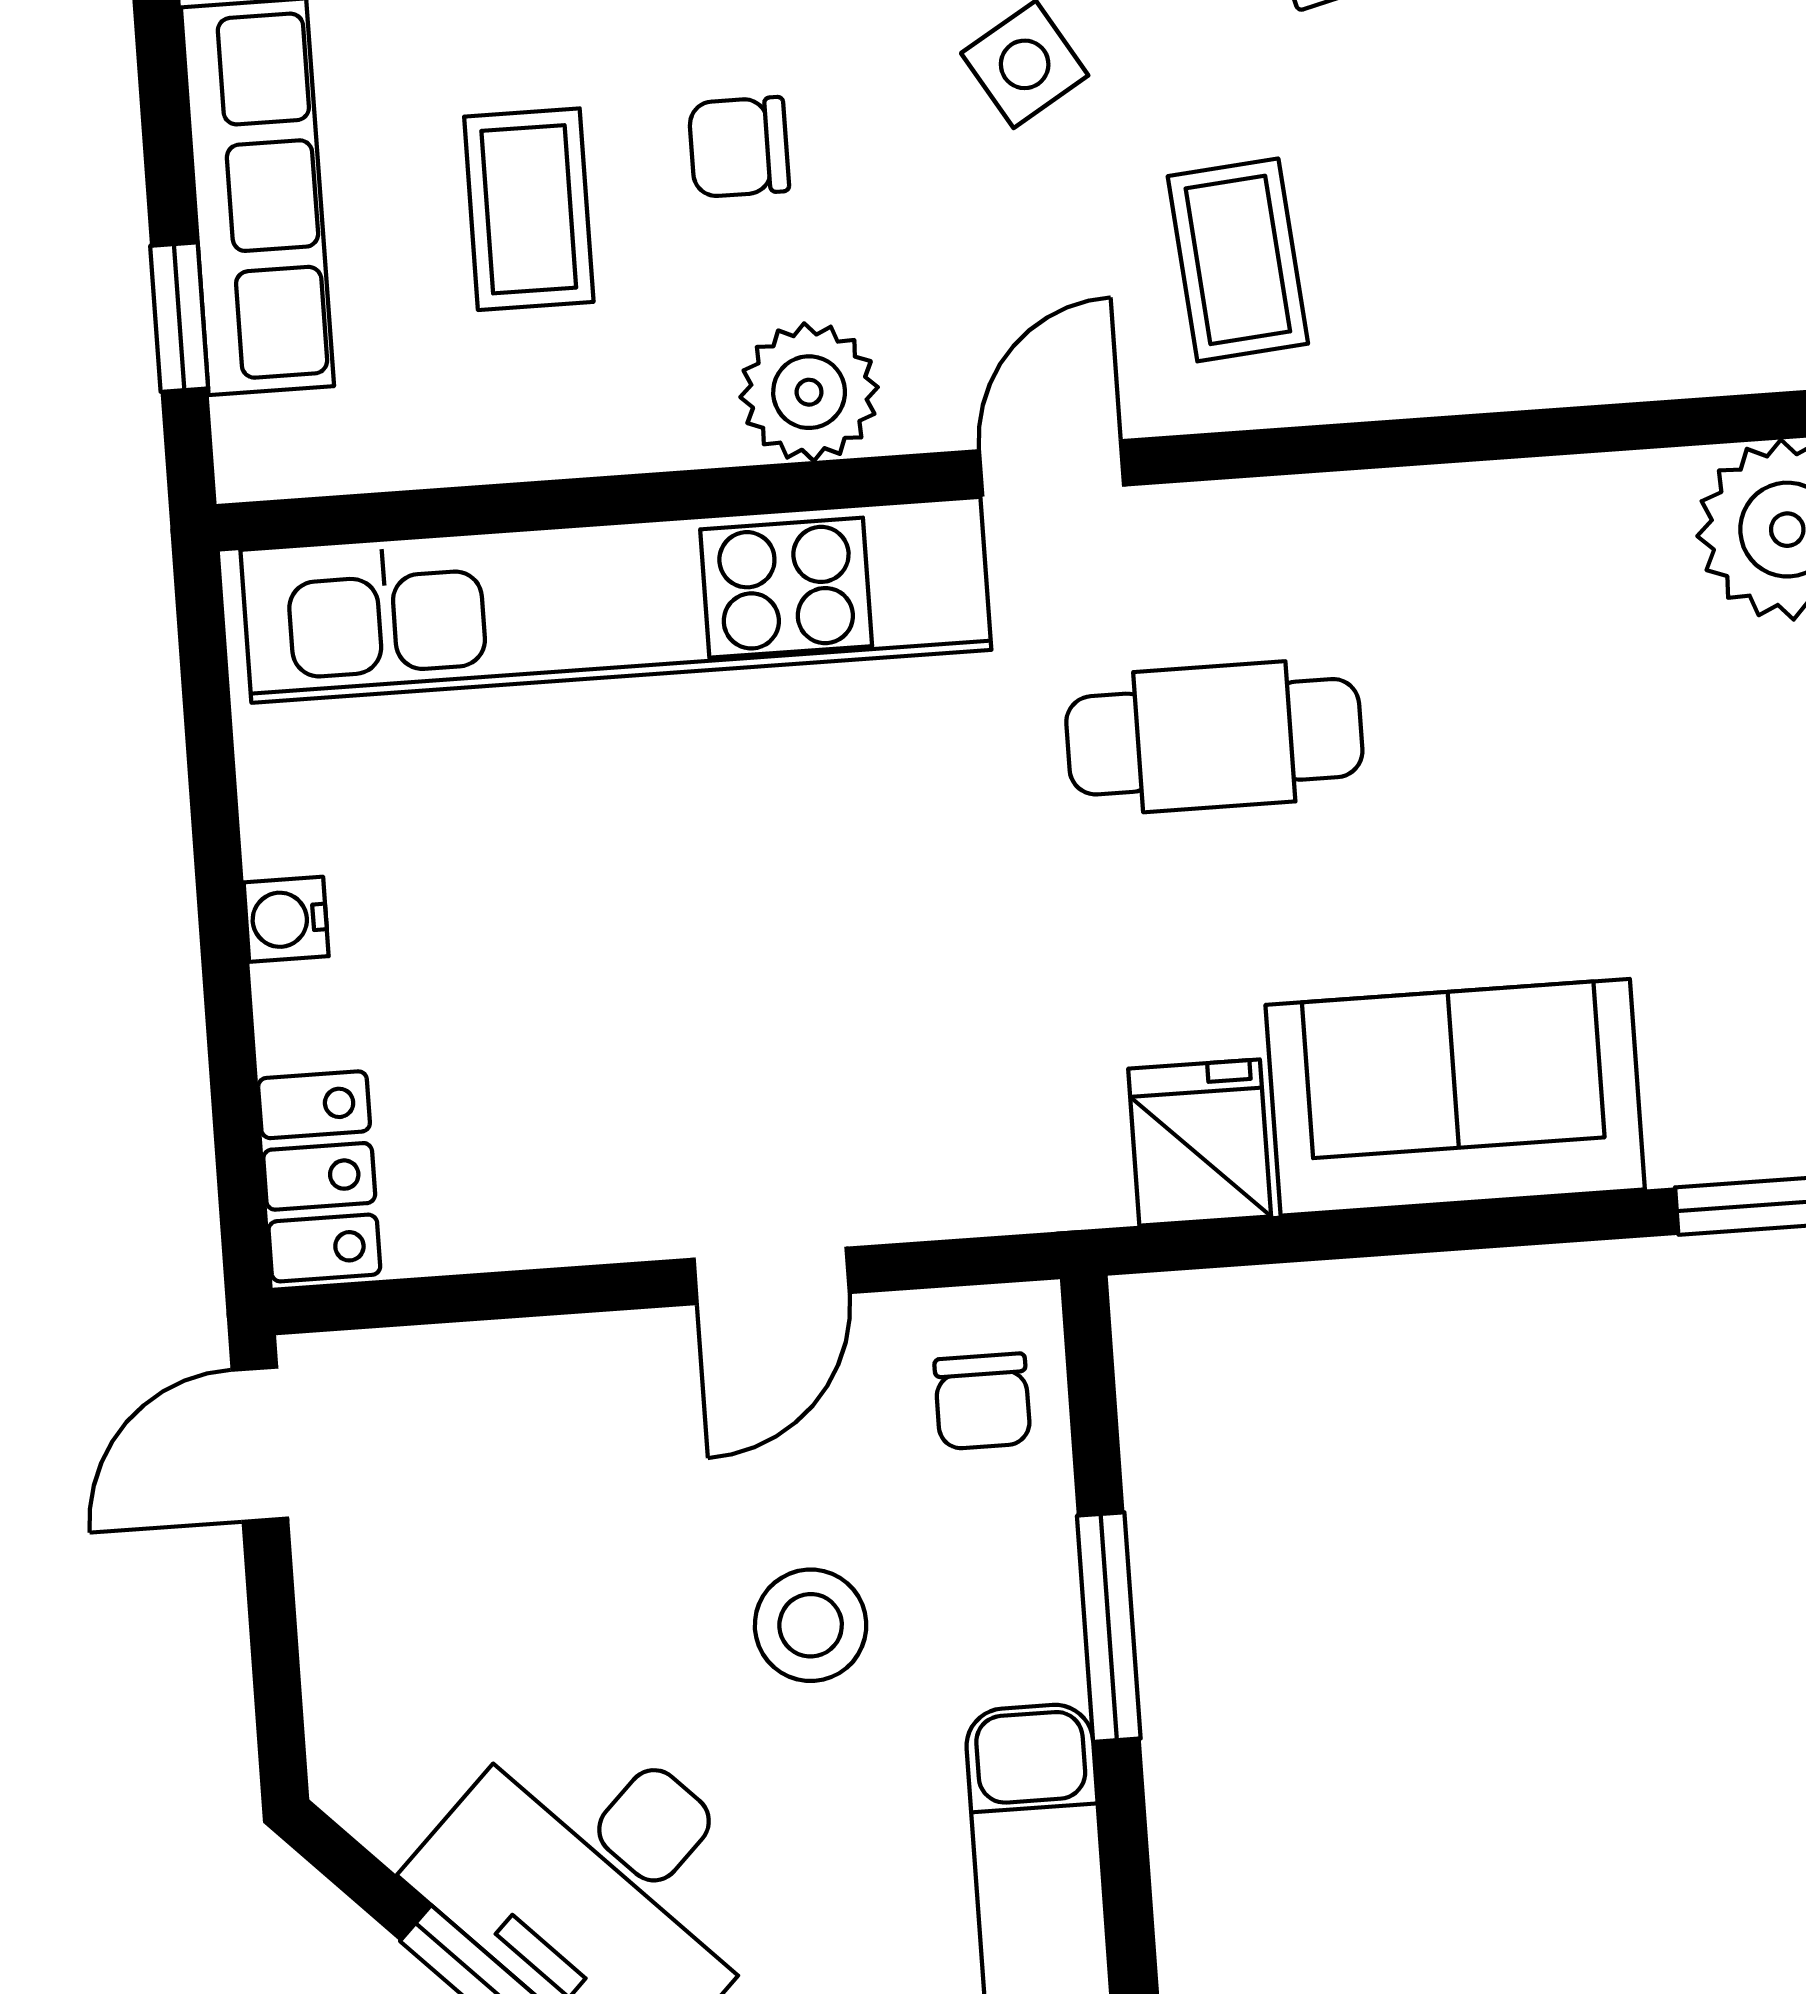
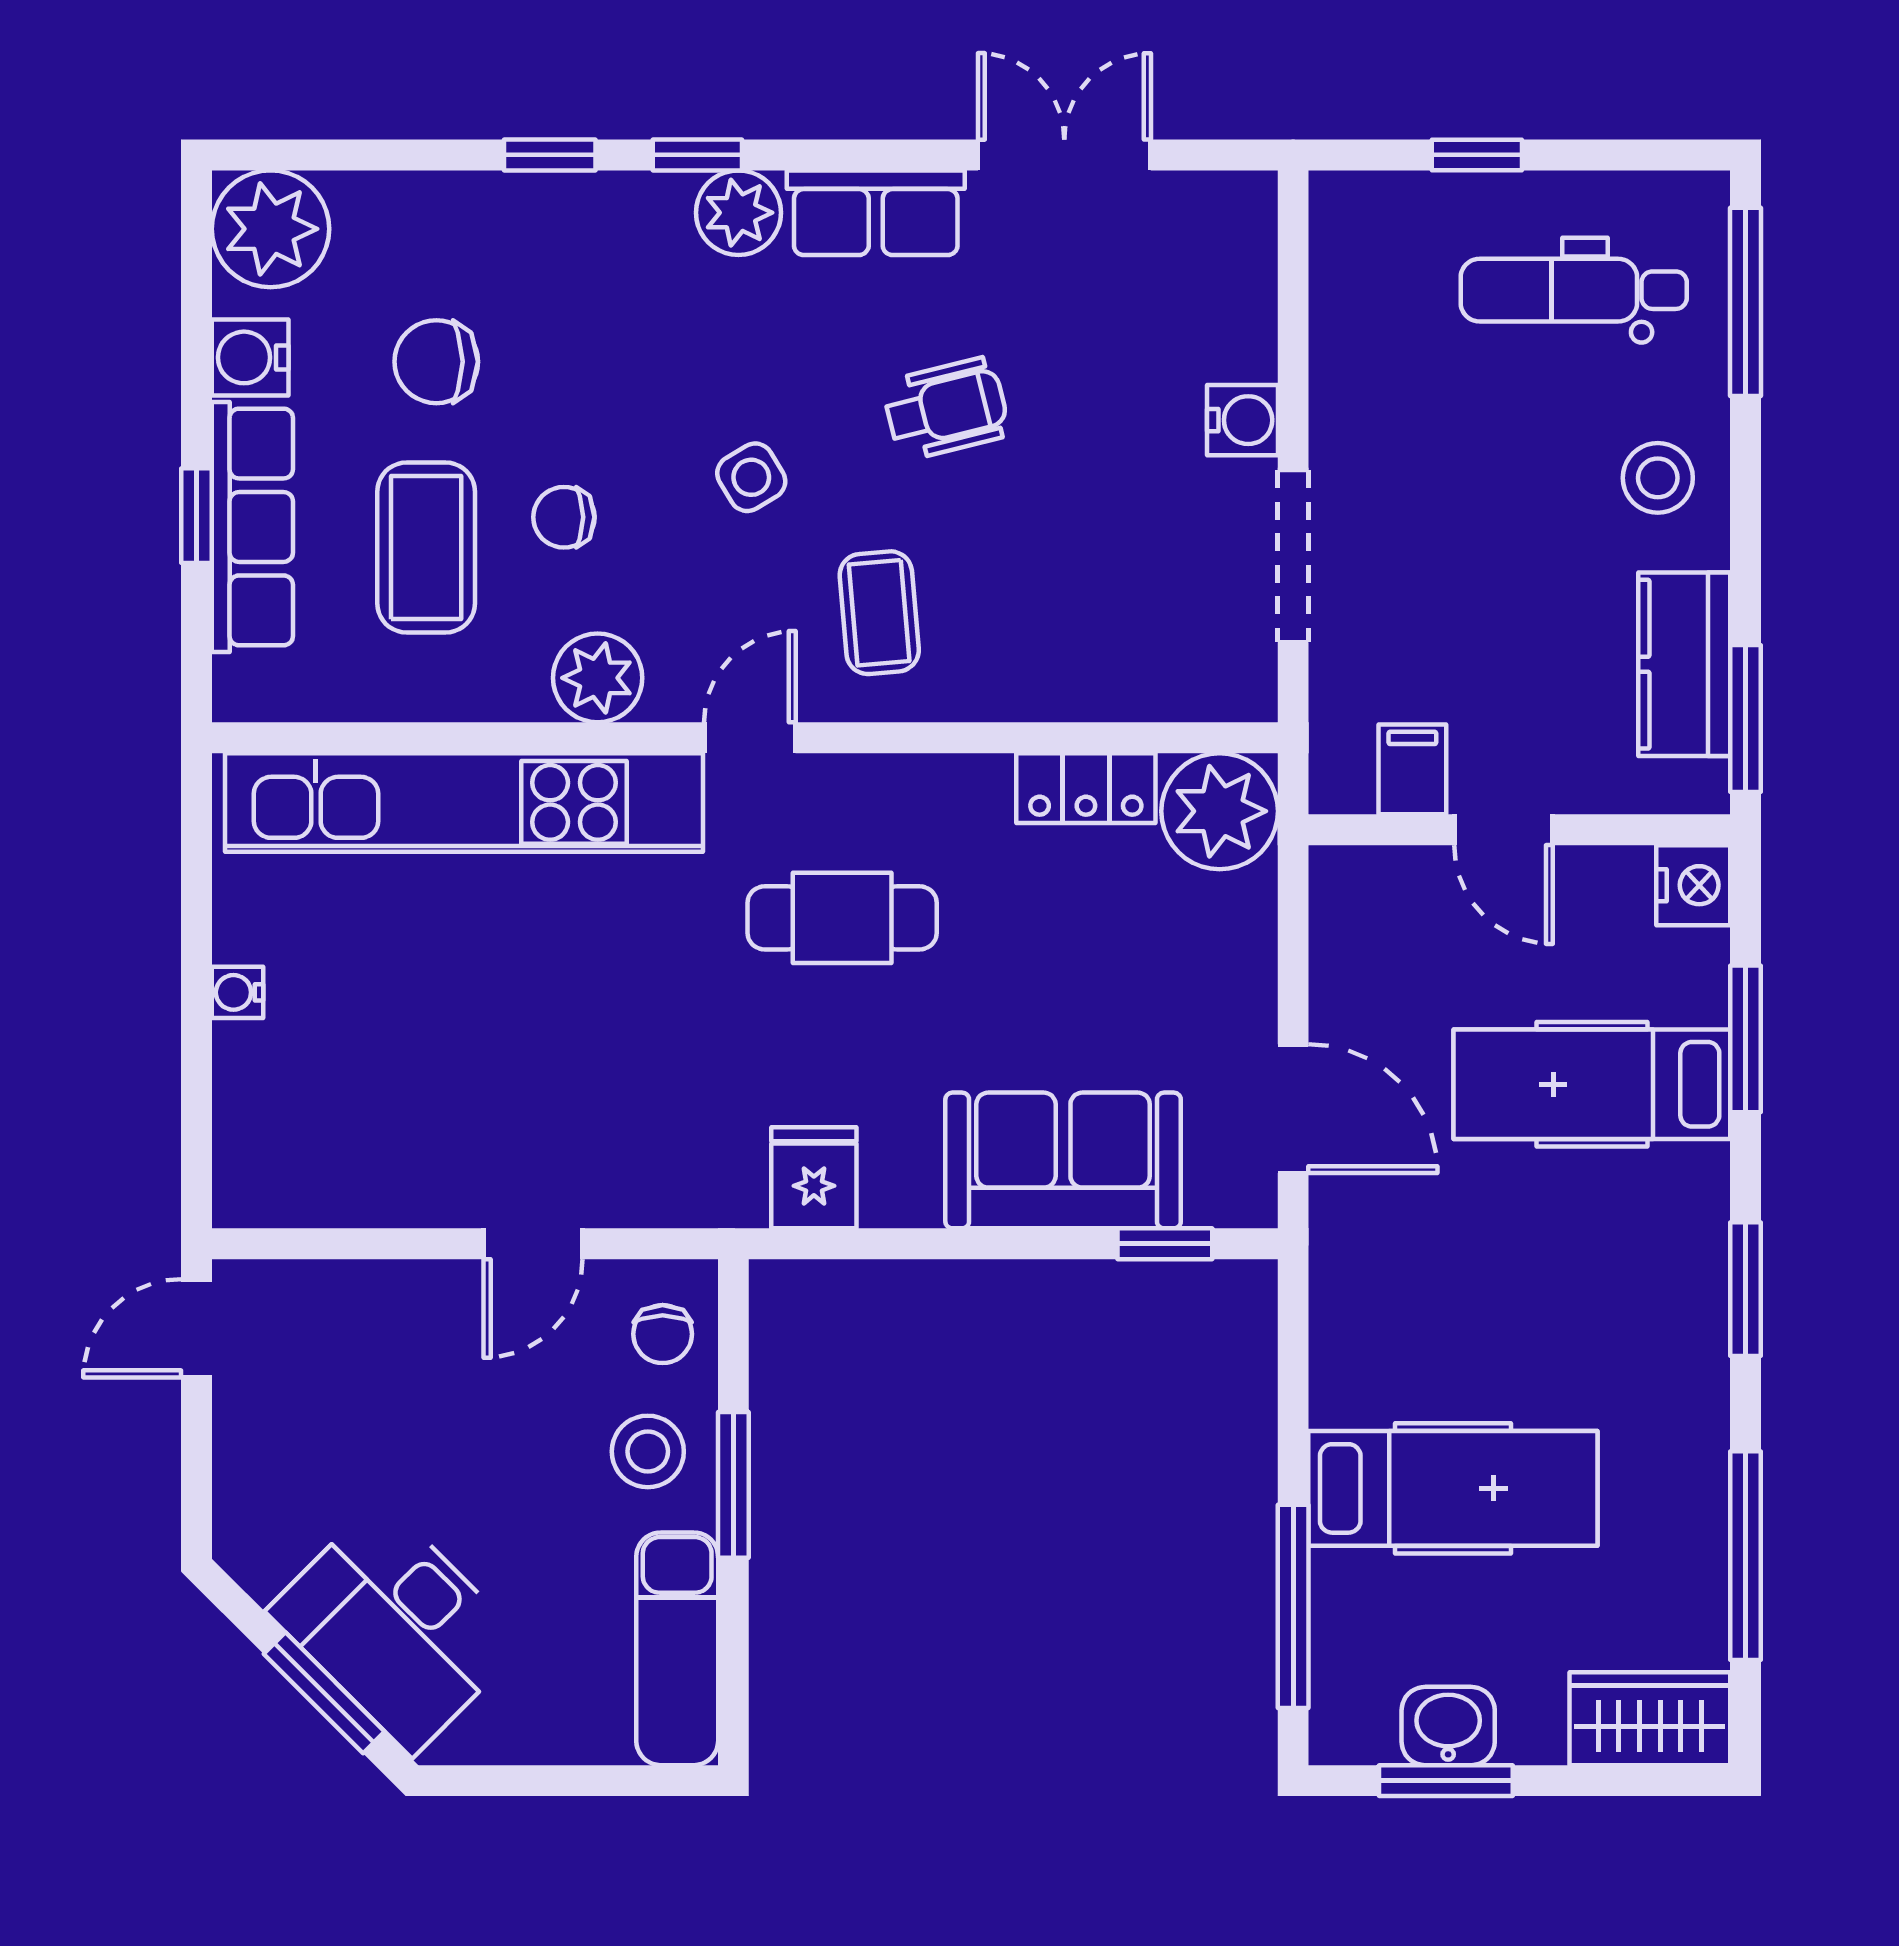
coffee table: (529, 209) -> (426, 548), width x1.36, depth x1.30
window: (179, 317) -> (197, 516), moved
sofa: (1455, 1097) -> (1063, 1160), moved
locker: (319, 1176) -> (1086, 788), moved, turned 90
stool: (811, 1625) -> (648, 1451), moved

